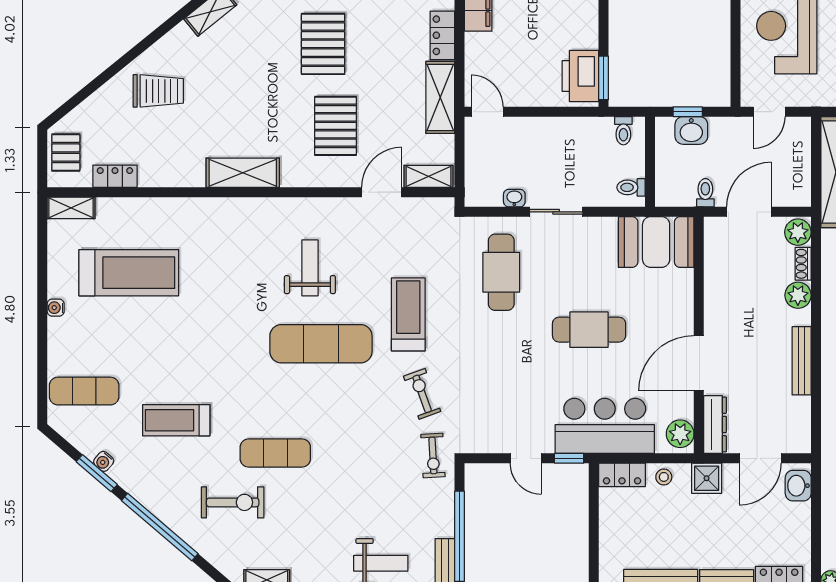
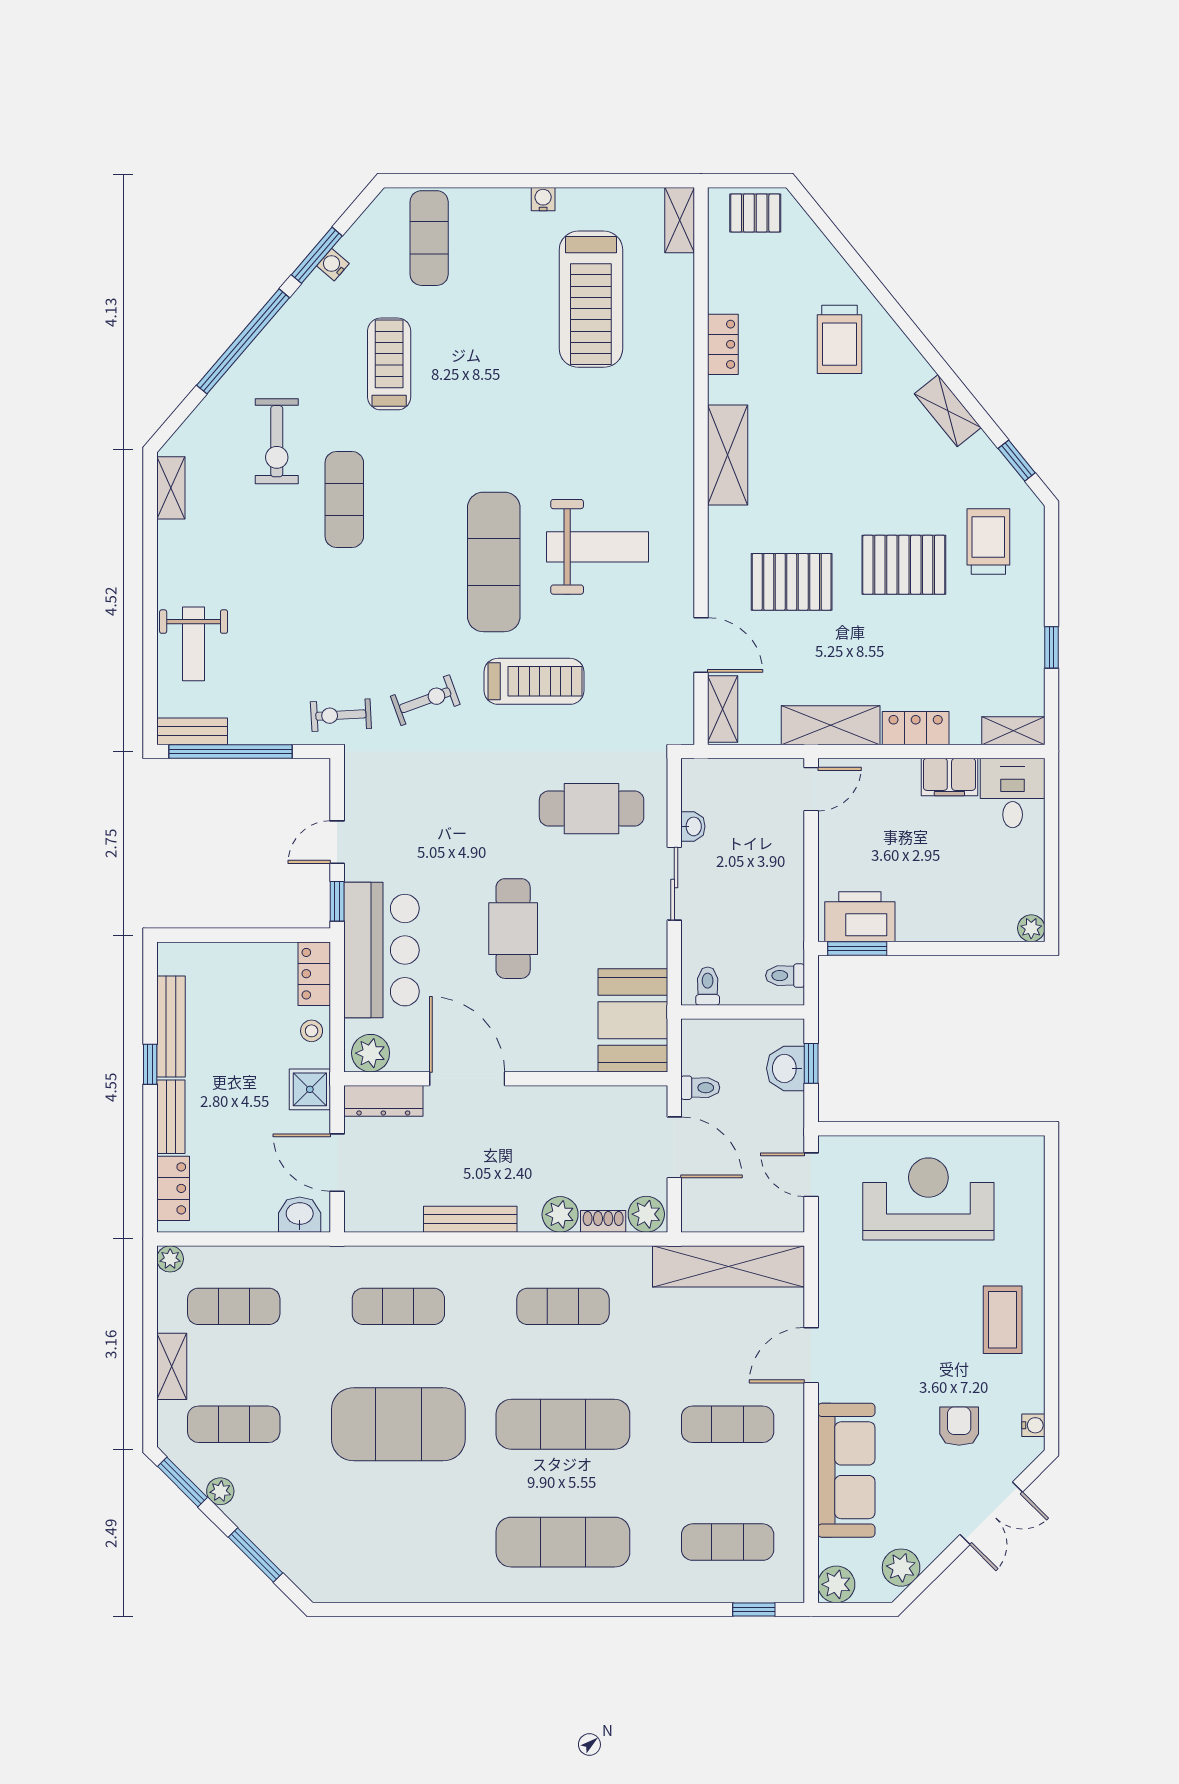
locker: (115, 176) -> (723, 344), moved
weight bench: (310, 268) -> (598, 547), width x1.36, depth x1.33

